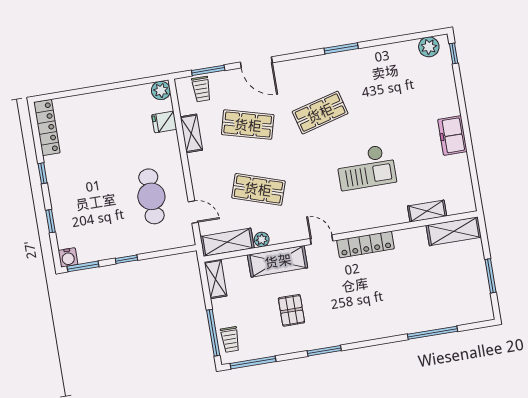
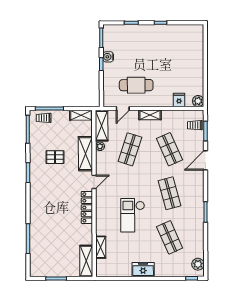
shop shelf: (393, 101) -> (170, 237), added
shop shelf: (248, 125) -> (169, 149), turned -39
locker: (47, 127) -> (187, 30), removed
shelving: (191, 133) -> (150, 115), moved
water cooler: (68, 257) -> (108, 57), moved

